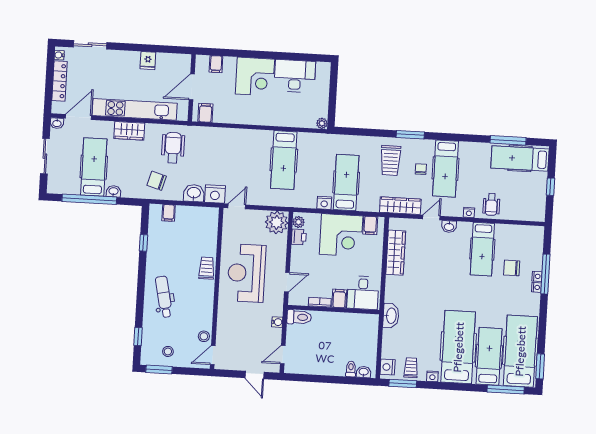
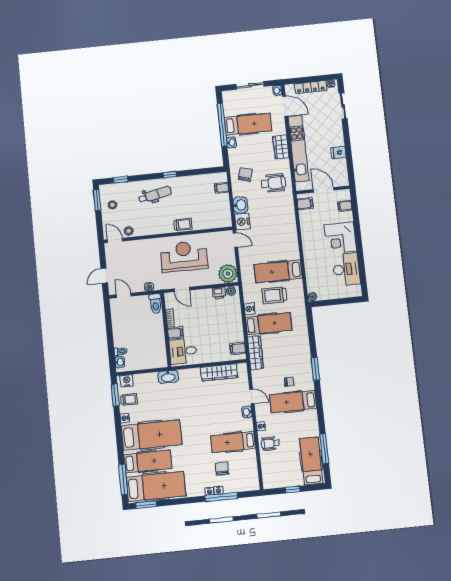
trolley: (390, 160) -> (274, 295), moved
wardrobe: (400, 206) -> (255, 353), moved
corner desk: (341, 235) -> (226, 326), removed
window: (143, 243) -> (170, 175), moved

